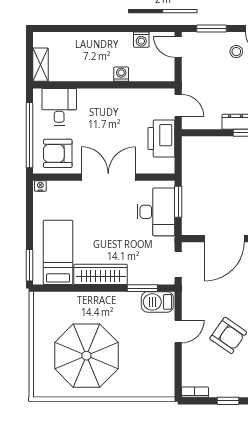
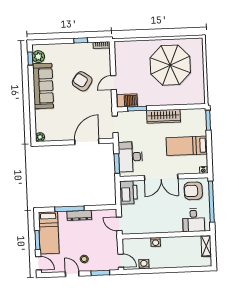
printer: (161, 139) -> (128, 192), moved
armchair: (58, 153) -> (193, 191), turned 180
bed: (58, 252) -> (187, 146), moved, turned 90

